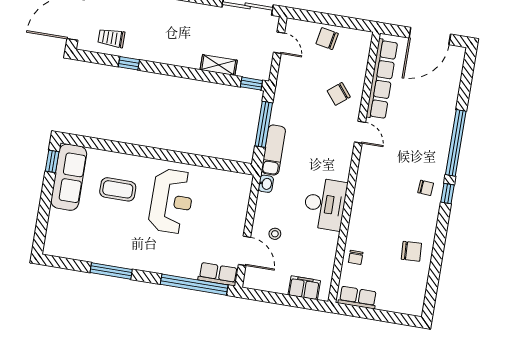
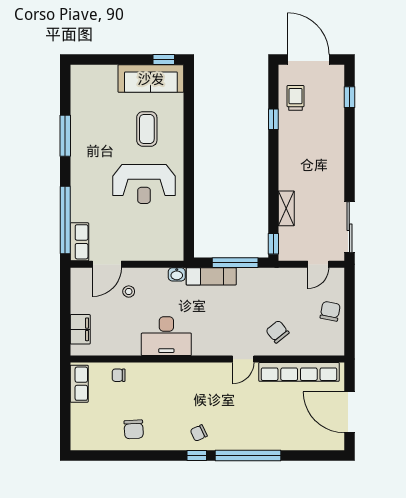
chair: (426, 188) -> (199, 433), turned 61

